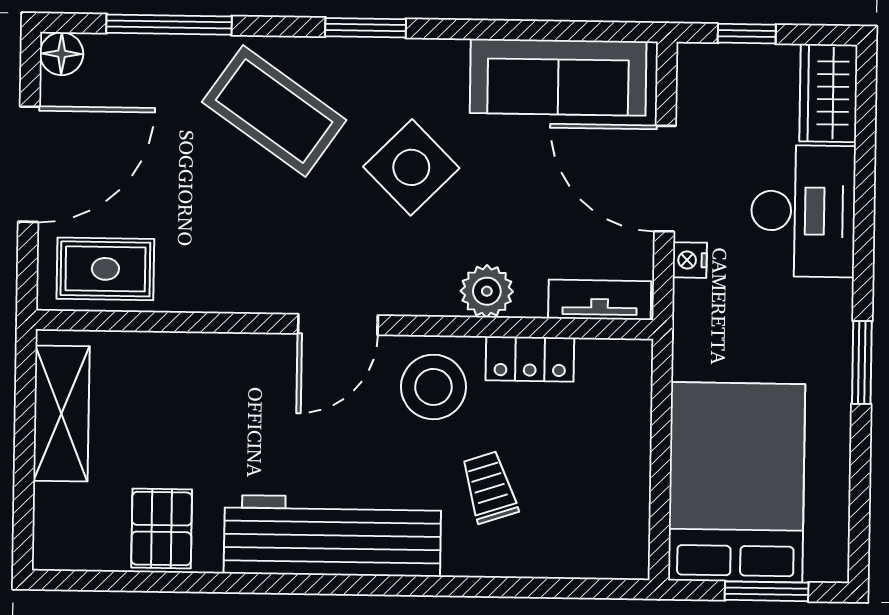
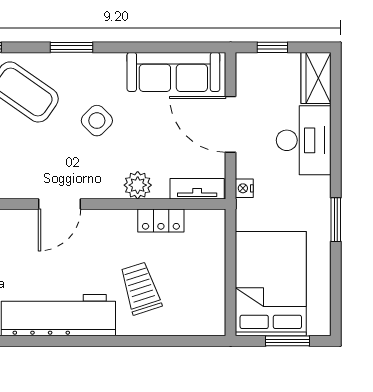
side table: (411, 167) -> (97, 121), width x0.73, depth x0.73
nightstand: (690, 260) -> (244, 188), moved
stool: (433, 387) -> (110, 236), removed
trolley: (489, 487) -> (141, 288), width x1.36, depth x1.39

